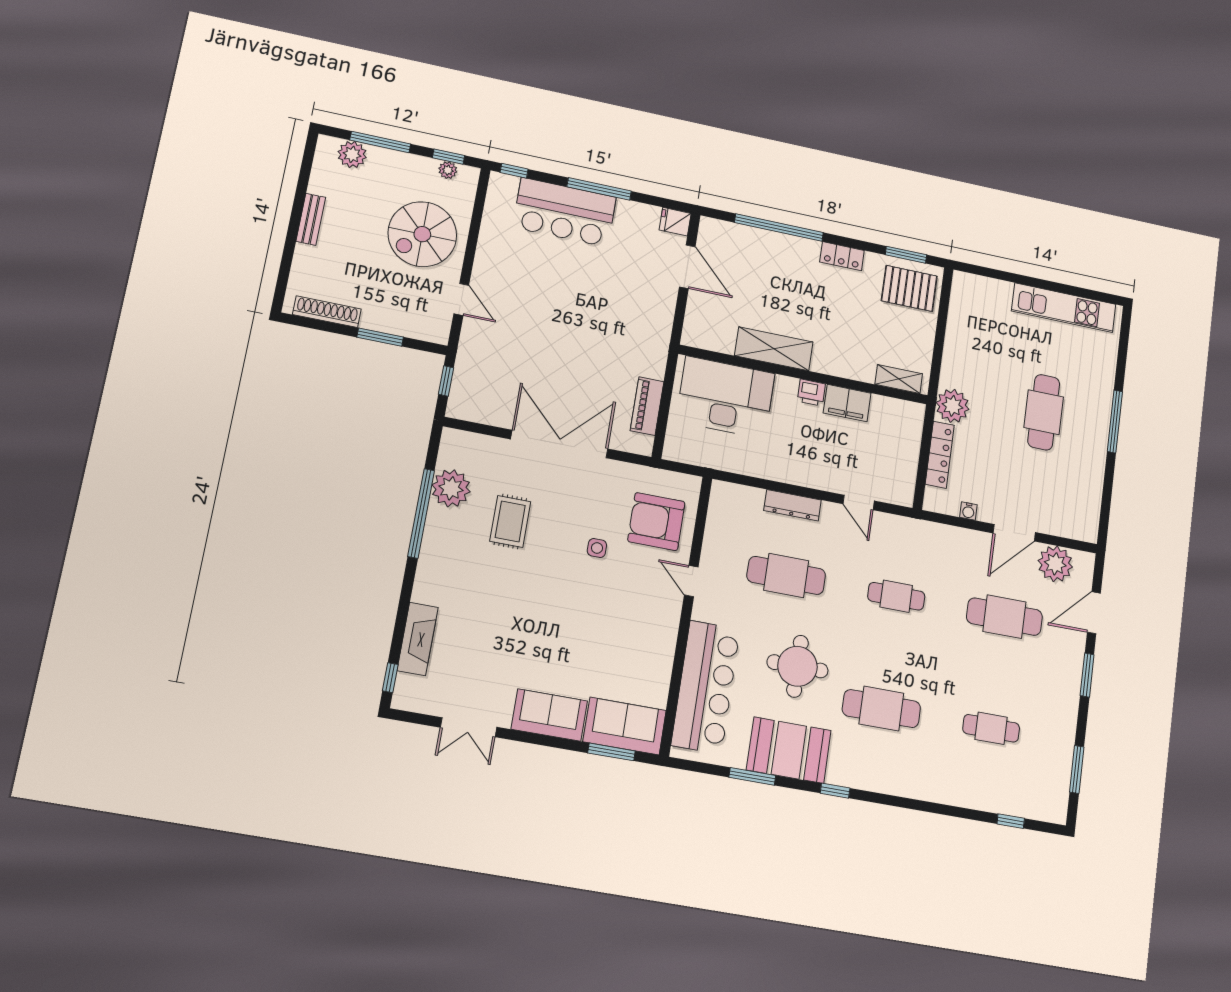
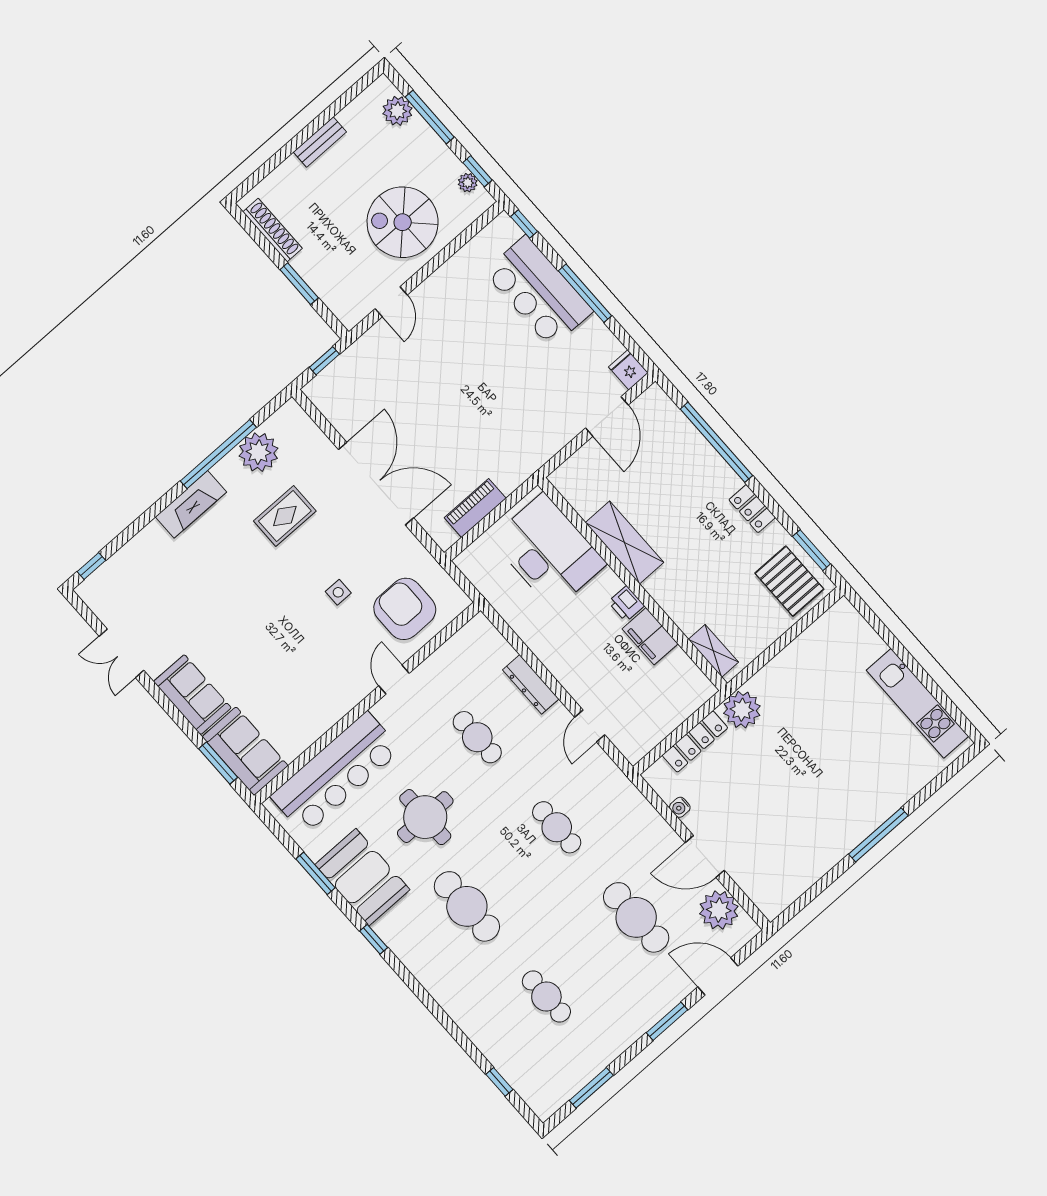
cafe table: (1044, 412) -> (820, 777), removed
cafe table: (786, 575) -> (477, 737), width x0.73, depth x0.74
fireplace: (418, 639) -> (191, 504), moved

